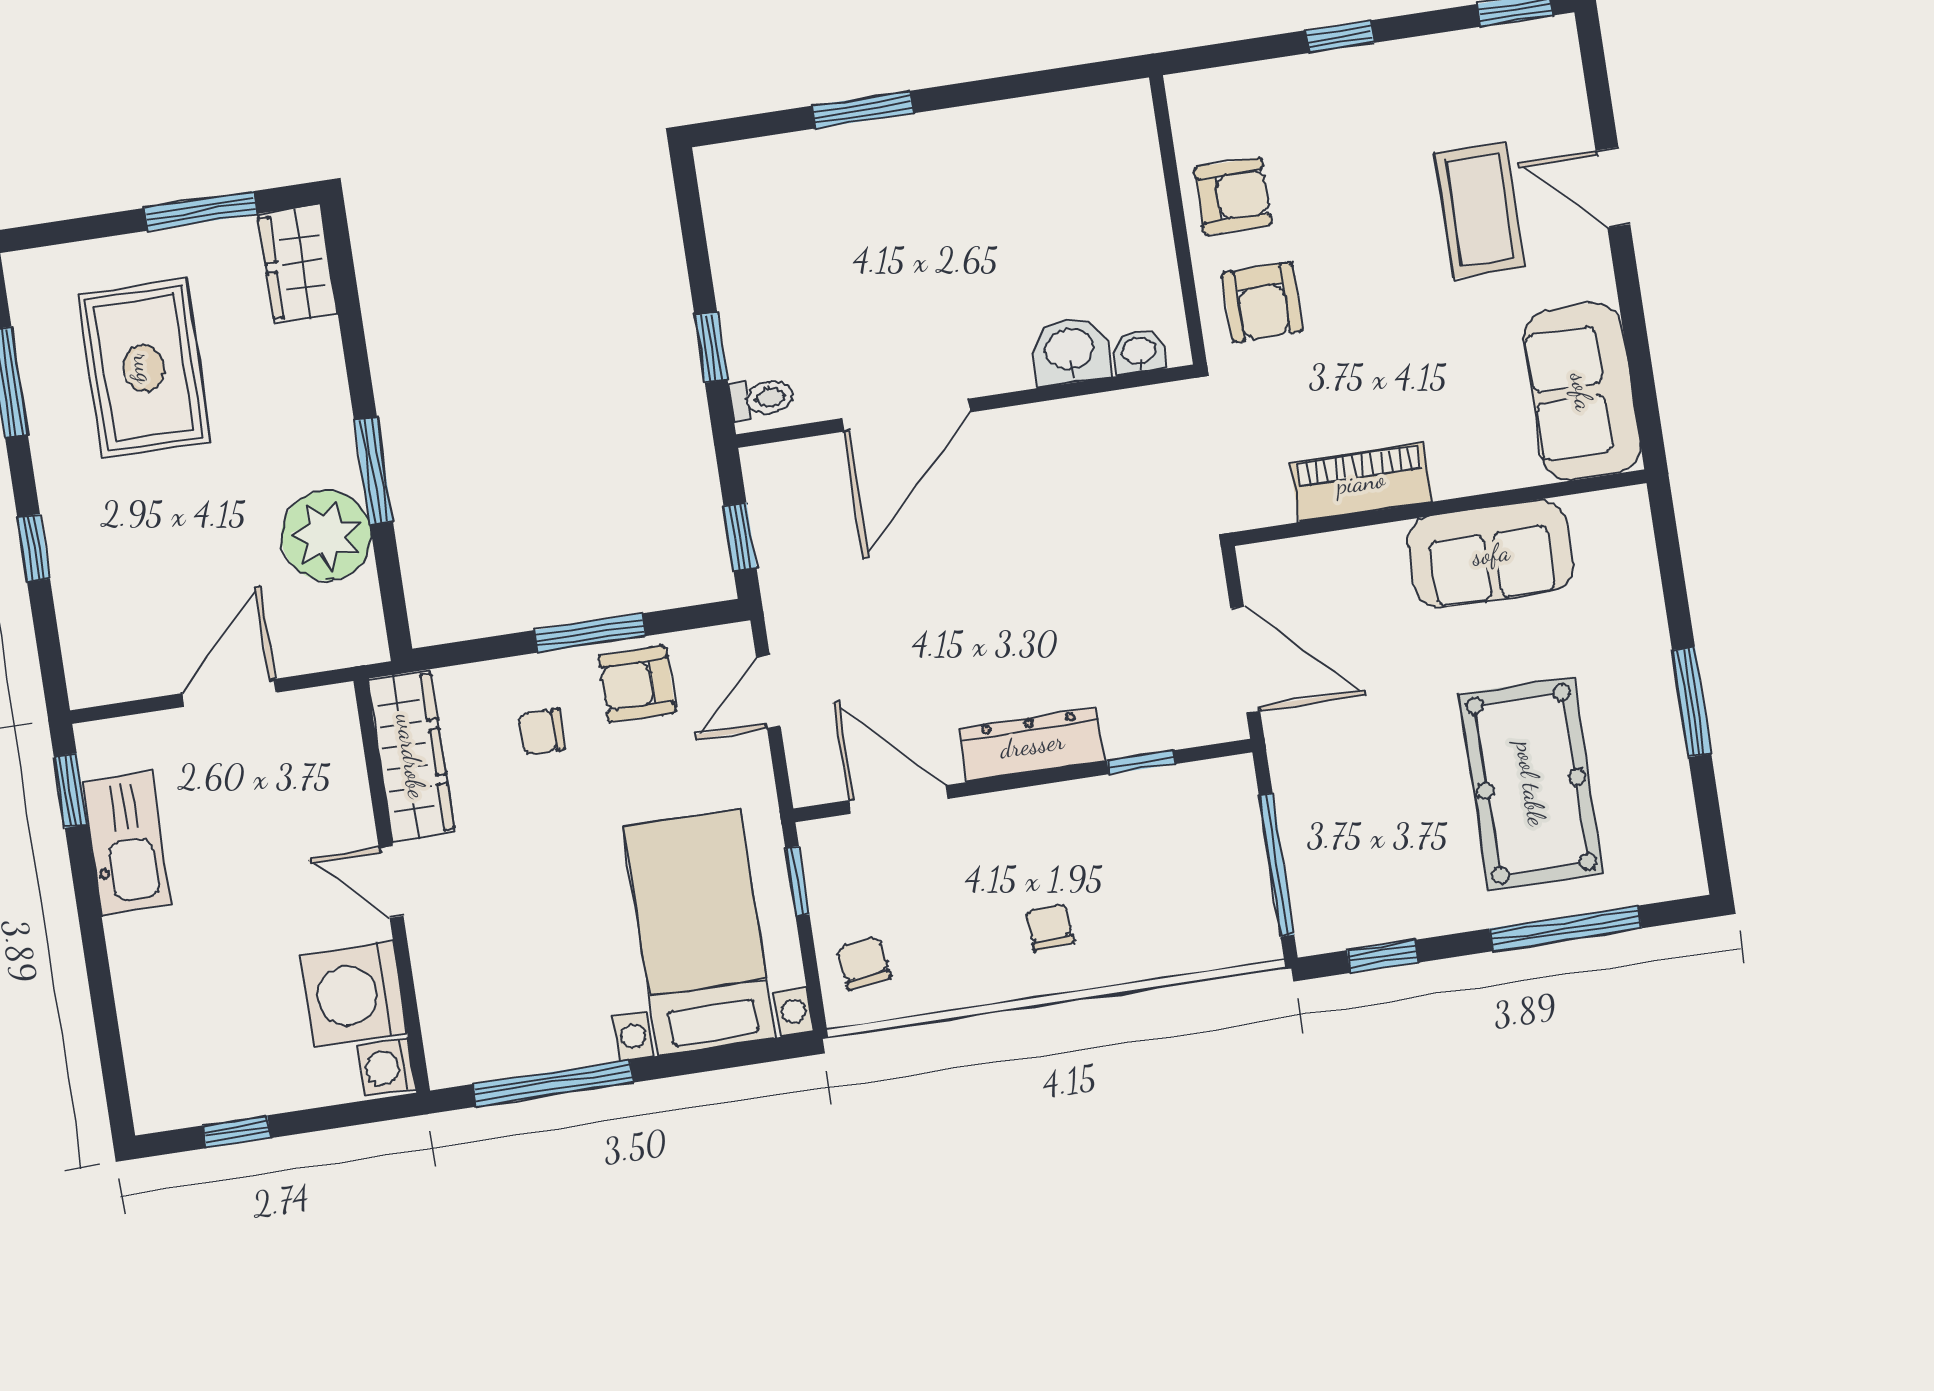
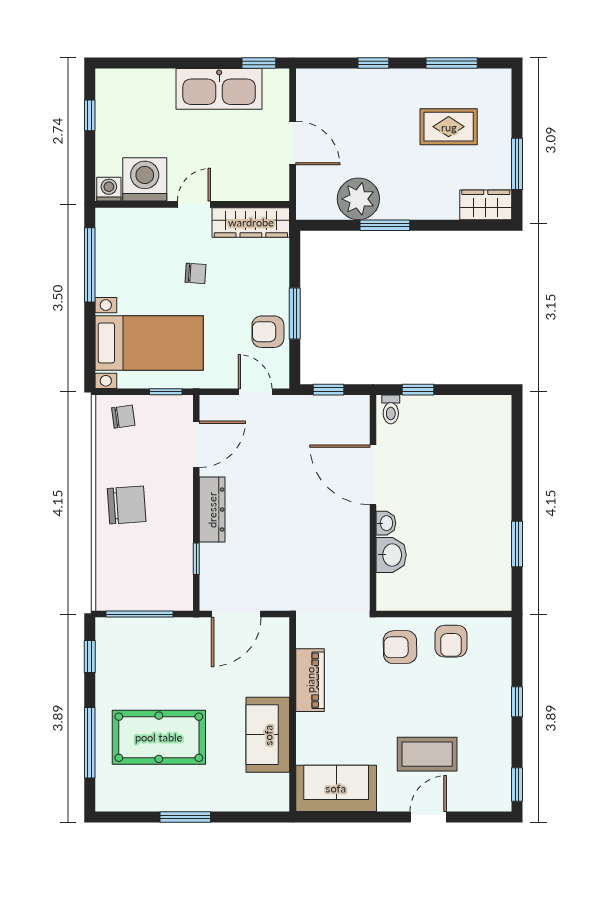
window: (863, 110) -> (517, 544), moved
washbasin: (1139, 352) -> (386, 523), moved
rug: (144, 368) -> (449, 127), width x0.73, depth x0.70
armchair: (637, 684) -> (268, 332), turned -90
chair: (542, 732) -> (195, 273), moved, turned 94
kitchen sink: (126, 843) -> (219, 89), width x1.36, depth x1.24
chair: (1050, 927) -> (127, 505), width x1.87, depth x1.87

